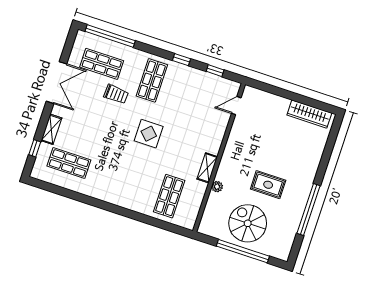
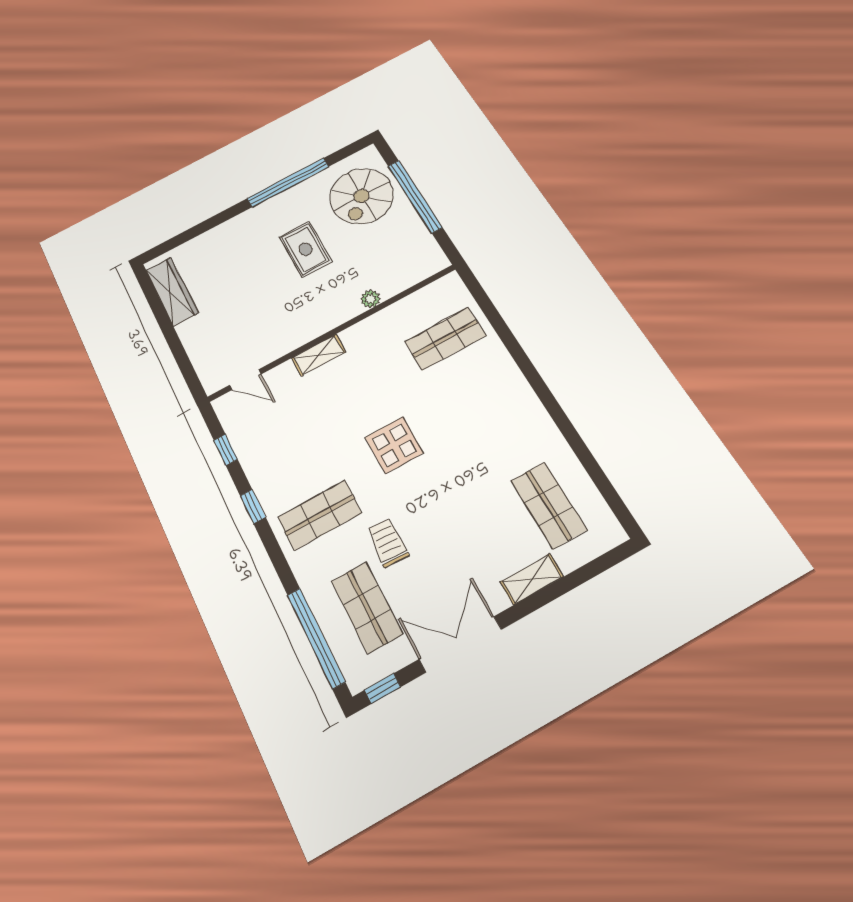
window: (35, 148) -> (383, 688), moved
shelving: (207, 168) -> (319, 355), moved
spiral stairs: (248, 223) -> (361, 196), moved

